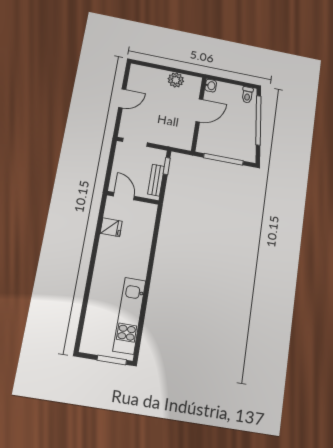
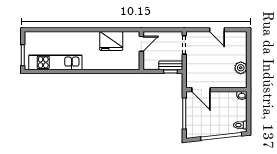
door: (199, 110) -> (201, 90), moved
bench: (156, 180) -> (171, 65), moved
fridge: (111, 227) -> (111, 41), width x1.88, depth x1.34

